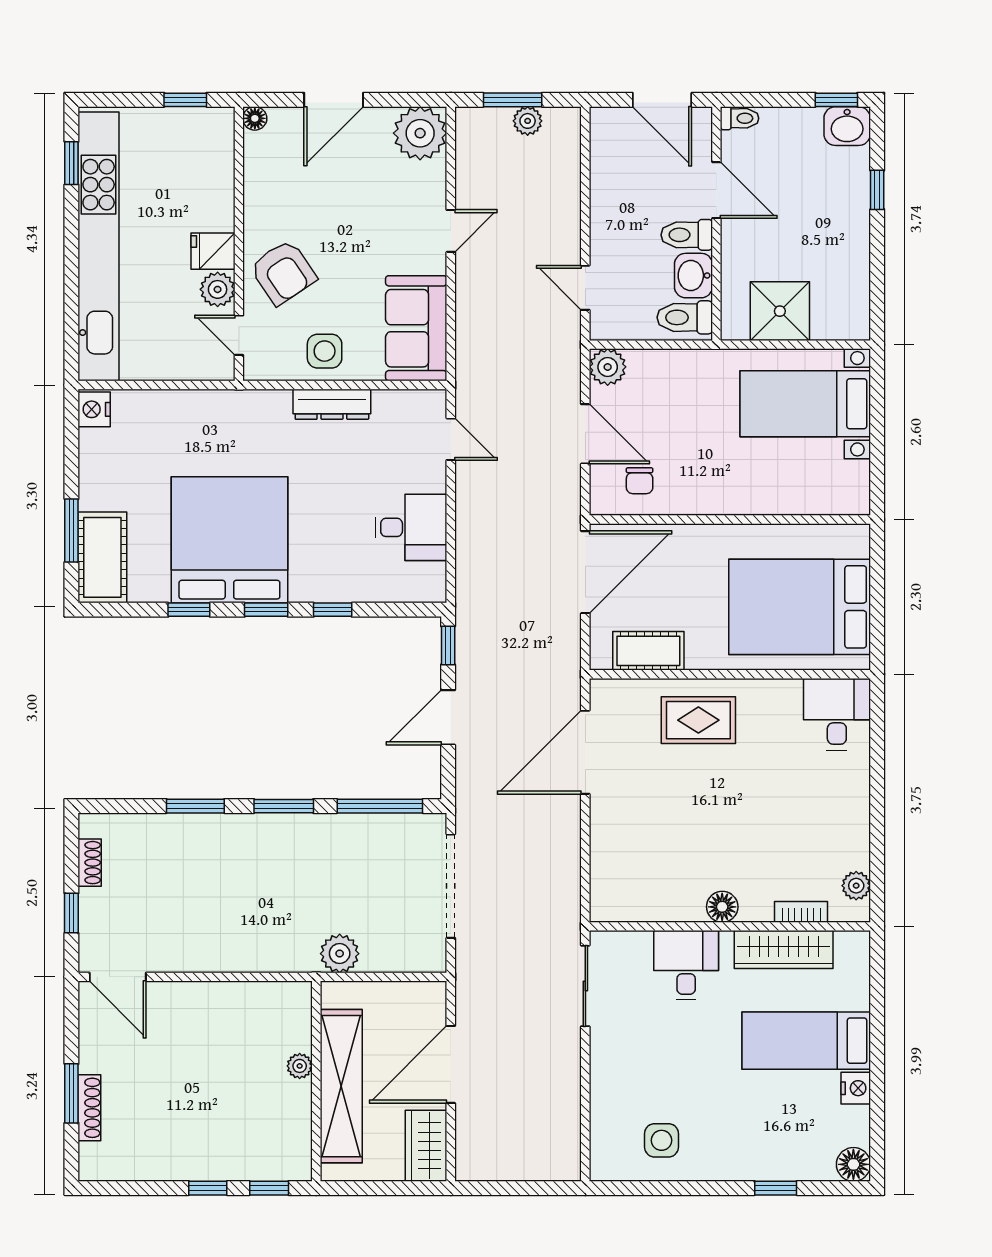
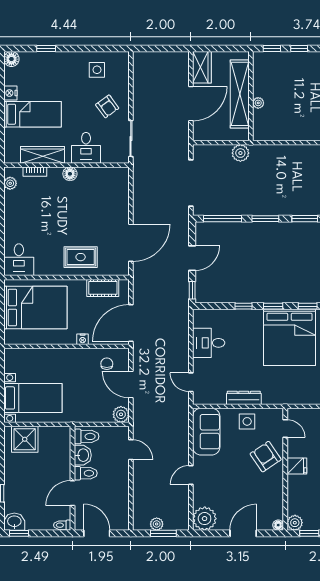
door: (716, 190) -> (72, 493), hinge flipped
plant: (218, 289) -> (295, 523), moved
shower: (780, 311) -> (25, 439), moved
nightstand: (694, 536) -> (83, 339), added
armchair: (639, 1058) -> (107, 106), added

